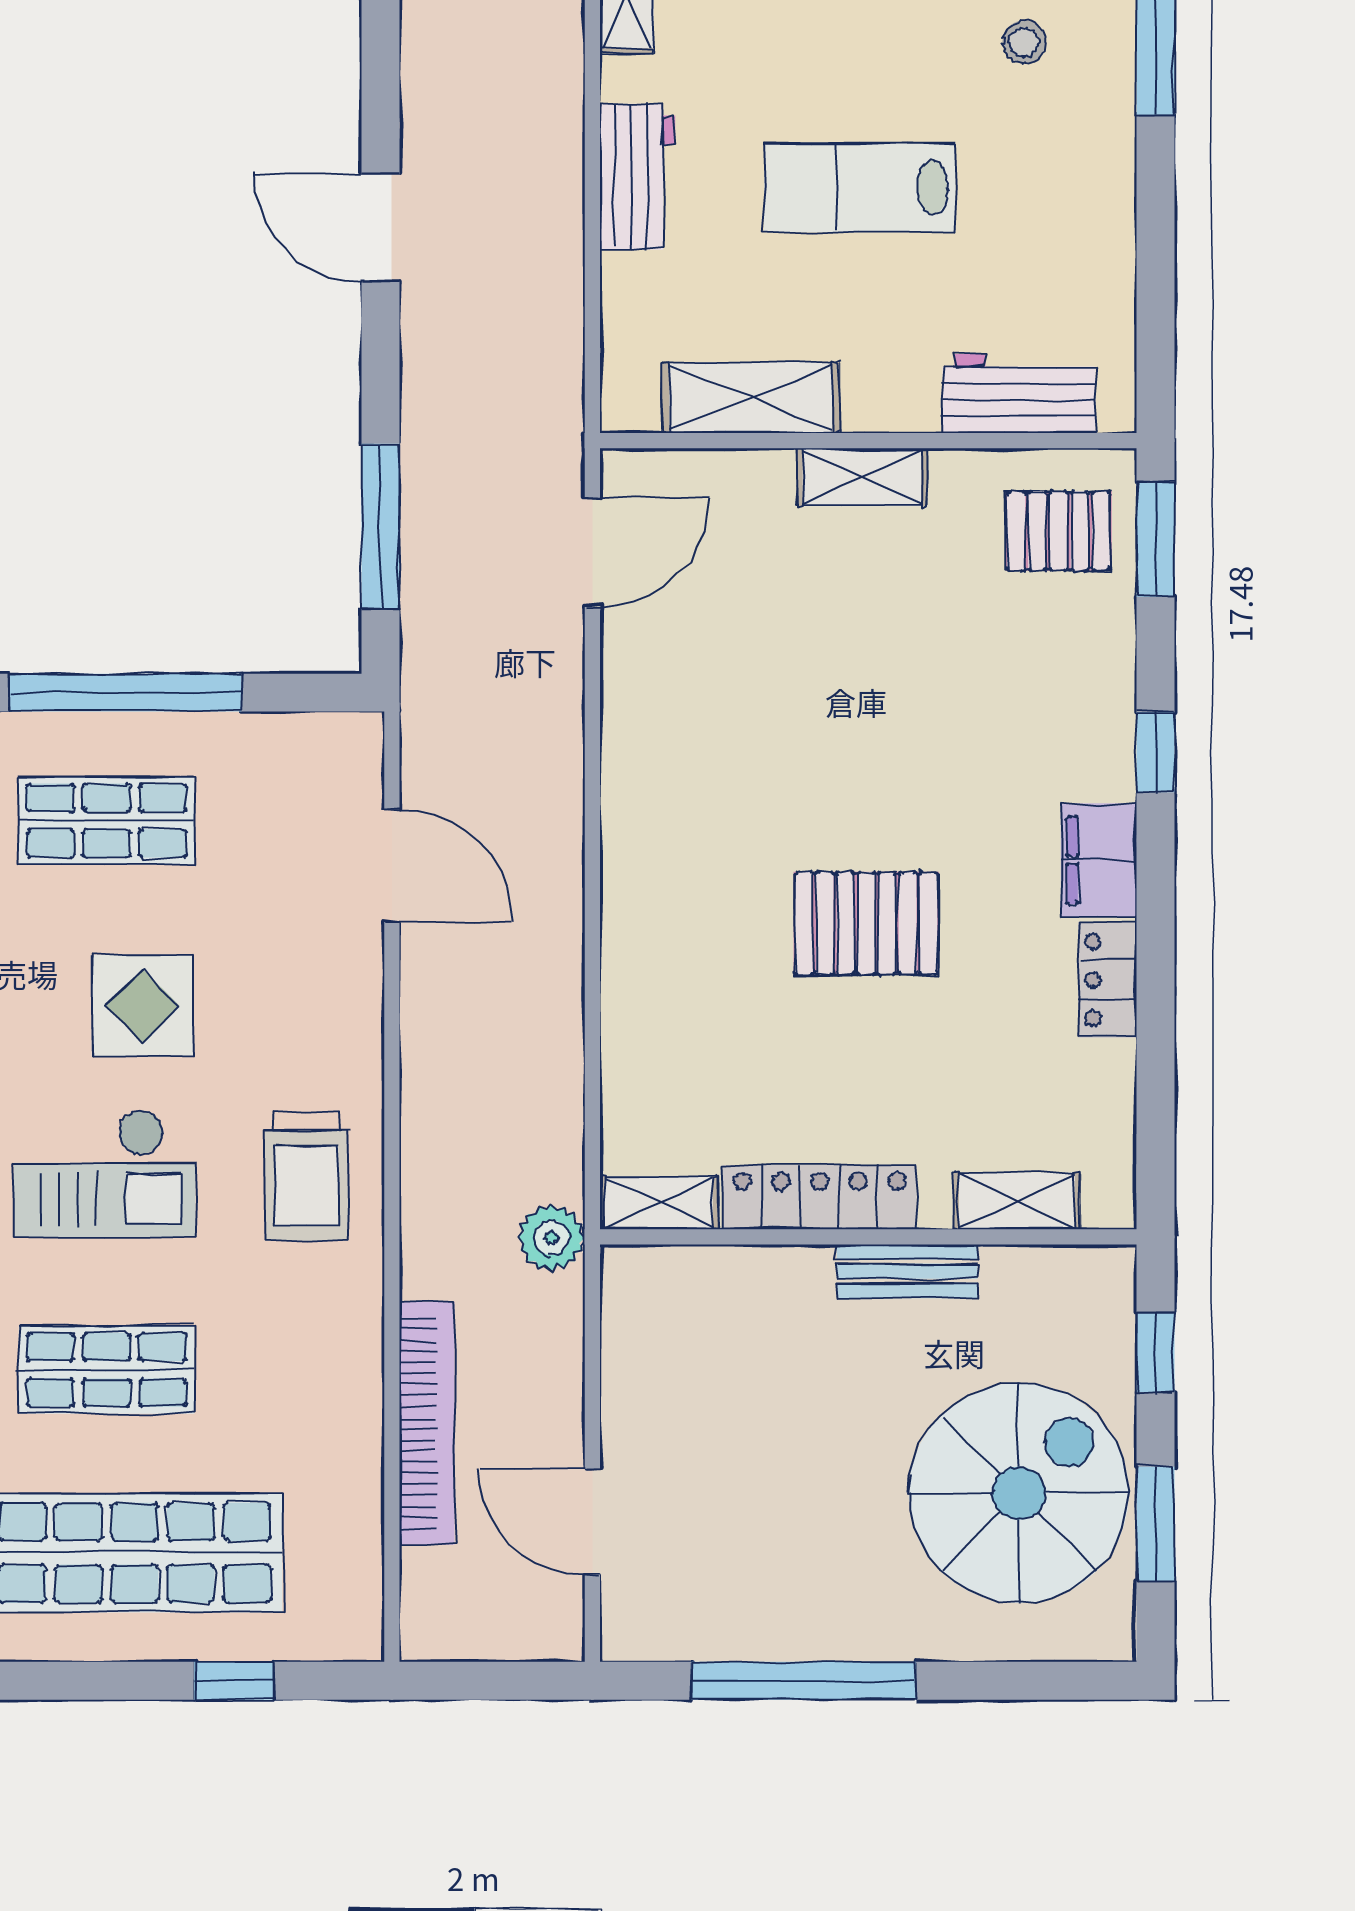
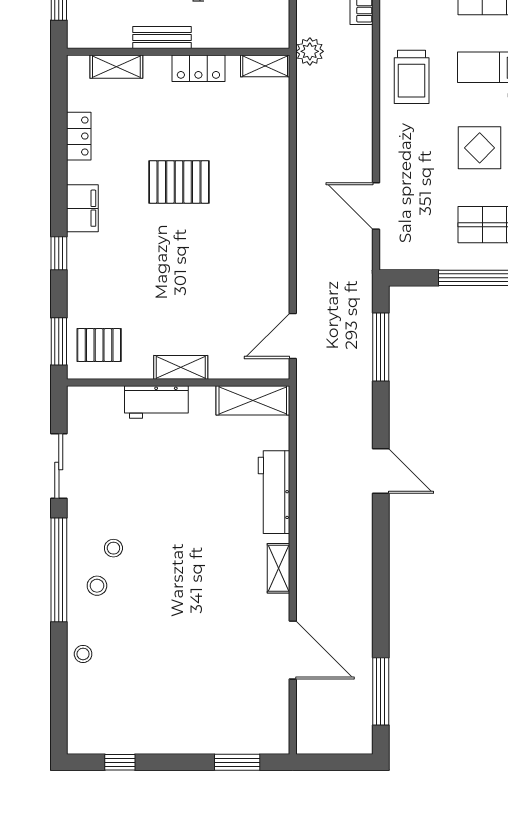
workbench: (638, 177) -> (274, 492), width x1.38
lab bench: (860, 188) -> (182, 488), removed
sliding door: (1155, 240) -> (59, 466), added
workbench: (1019, 394) -> (156, 402), moved
shelving: (751, 398) -> (253, 400), moved
locker: (1108, 980) -> (79, 136), moved
trolley: (306, 1176) -> (412, 77), turned 180
locker: (819, 1197) -> (198, 68), width x0.66

